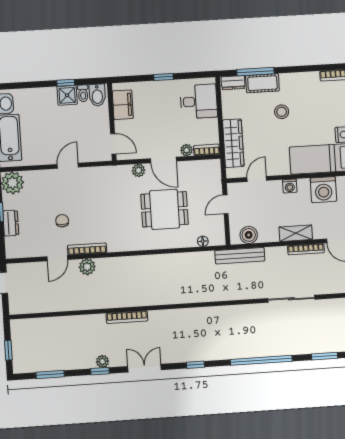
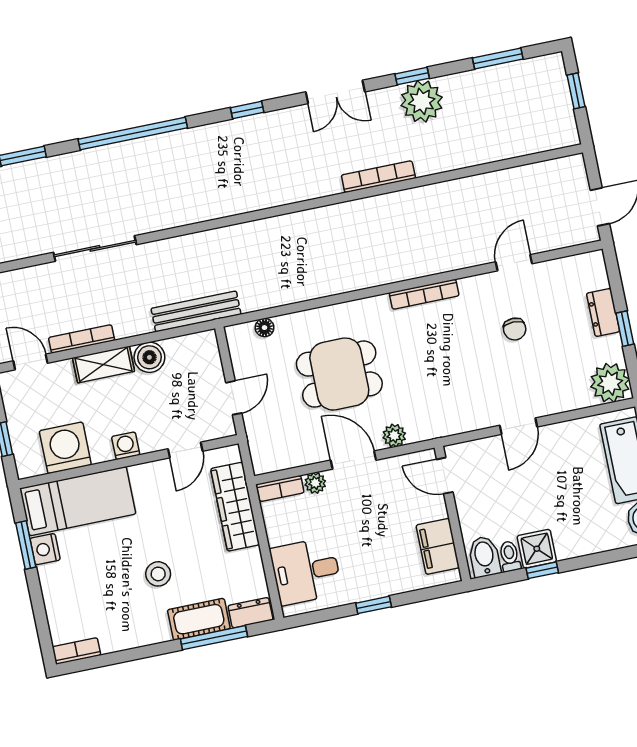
boiler: (249, 235) -> (149, 357), moved
bookcase: (87, 249) -> (424, 294), moved
plant: (87, 267) -> (460, 255), removed
plant: (102, 361) -> (422, 101), width x1.88, depth x1.88

